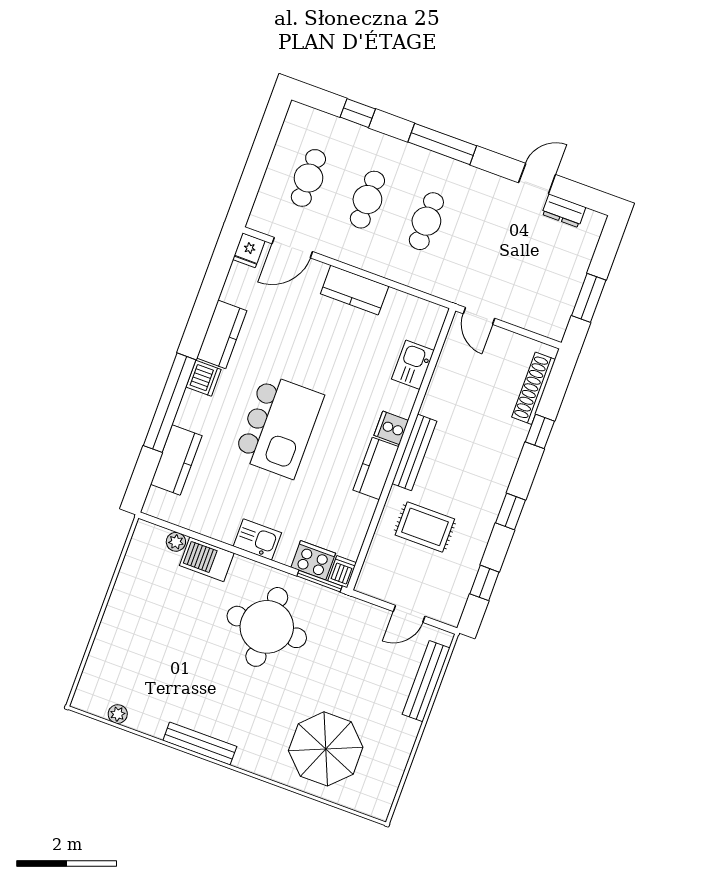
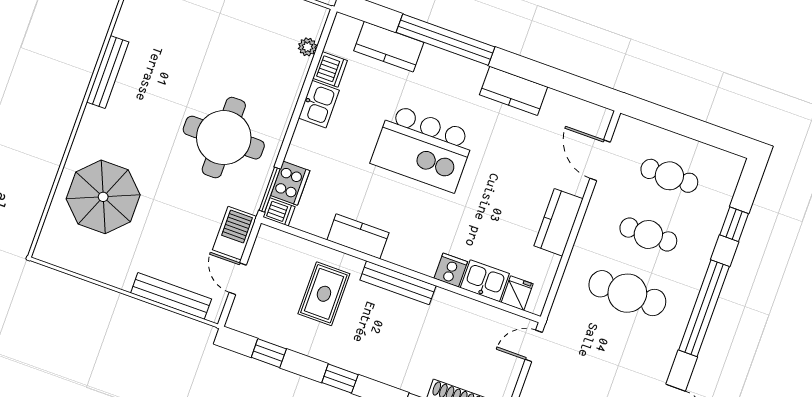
window: (442, 144) -> (704, 308), width x1.46
cafe table: (426, 221) -> (627, 293), width x1.37, depth x1.35
fridge: (249, 250) -> (517, 293), moved, turned 90
dishwasher: (204, 378) -> (330, 69), moved, turned -90
cooker: (391, 428) -> (451, 270), moved
kitchen counter: (376, 468) -> (358, 236), moved
kitchen sink: (257, 539) -> (319, 104), moved
barbecue: (207, 559) -> (235, 233), moved

